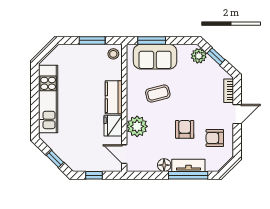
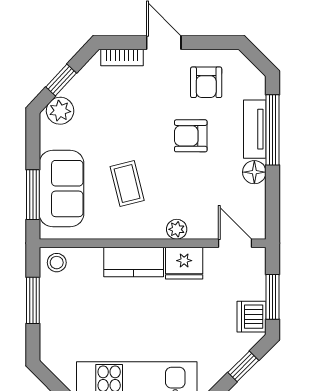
plant: (137, 126) -> (177, 229), width x0.53, depth x0.53
door: (124, 154) -> (235, 243), swing flipped
dishwasher: (83, 164) -> (251, 317), added
window: (94, 175) -> (272, 297), width x1.50

